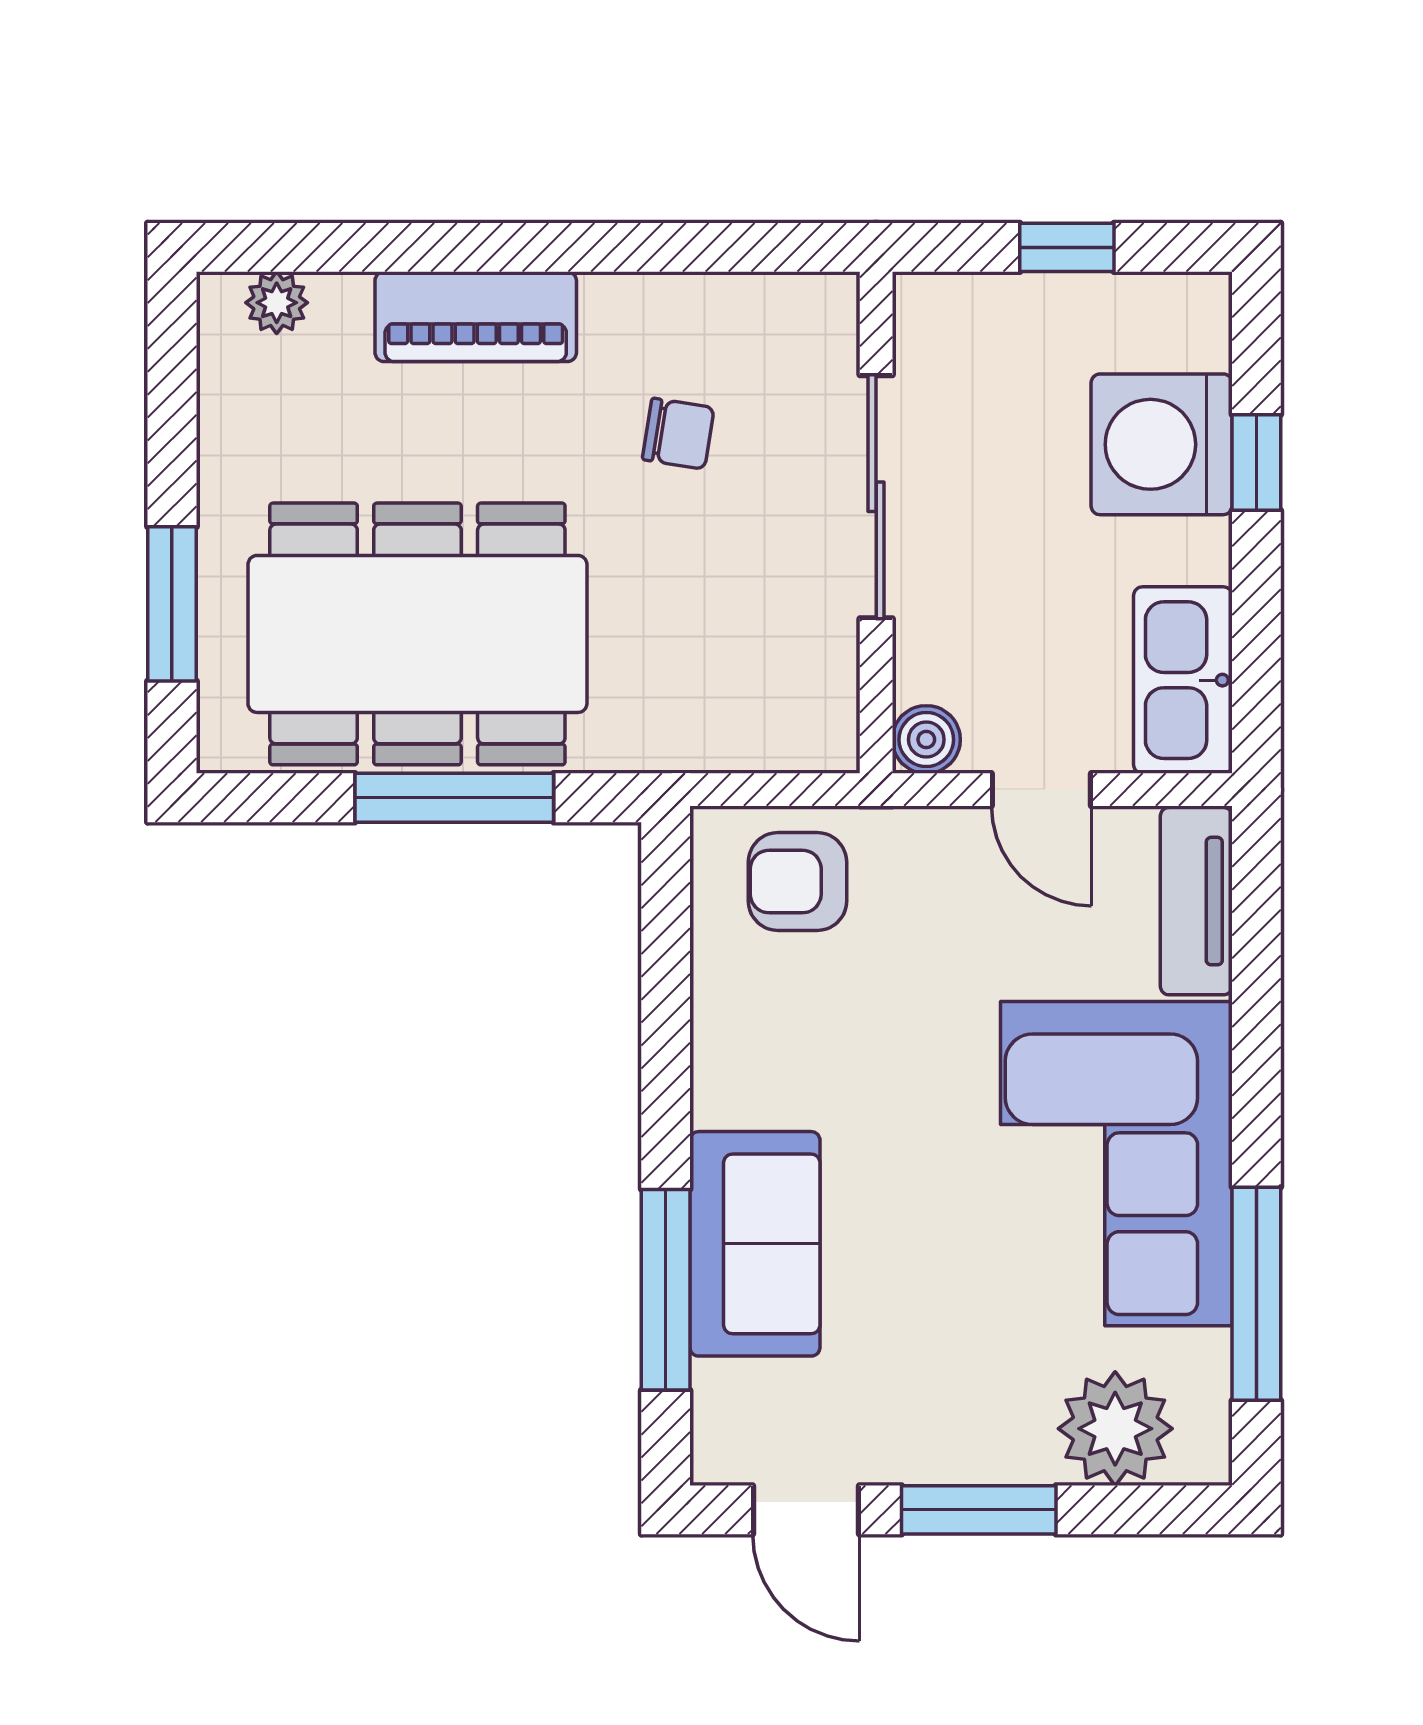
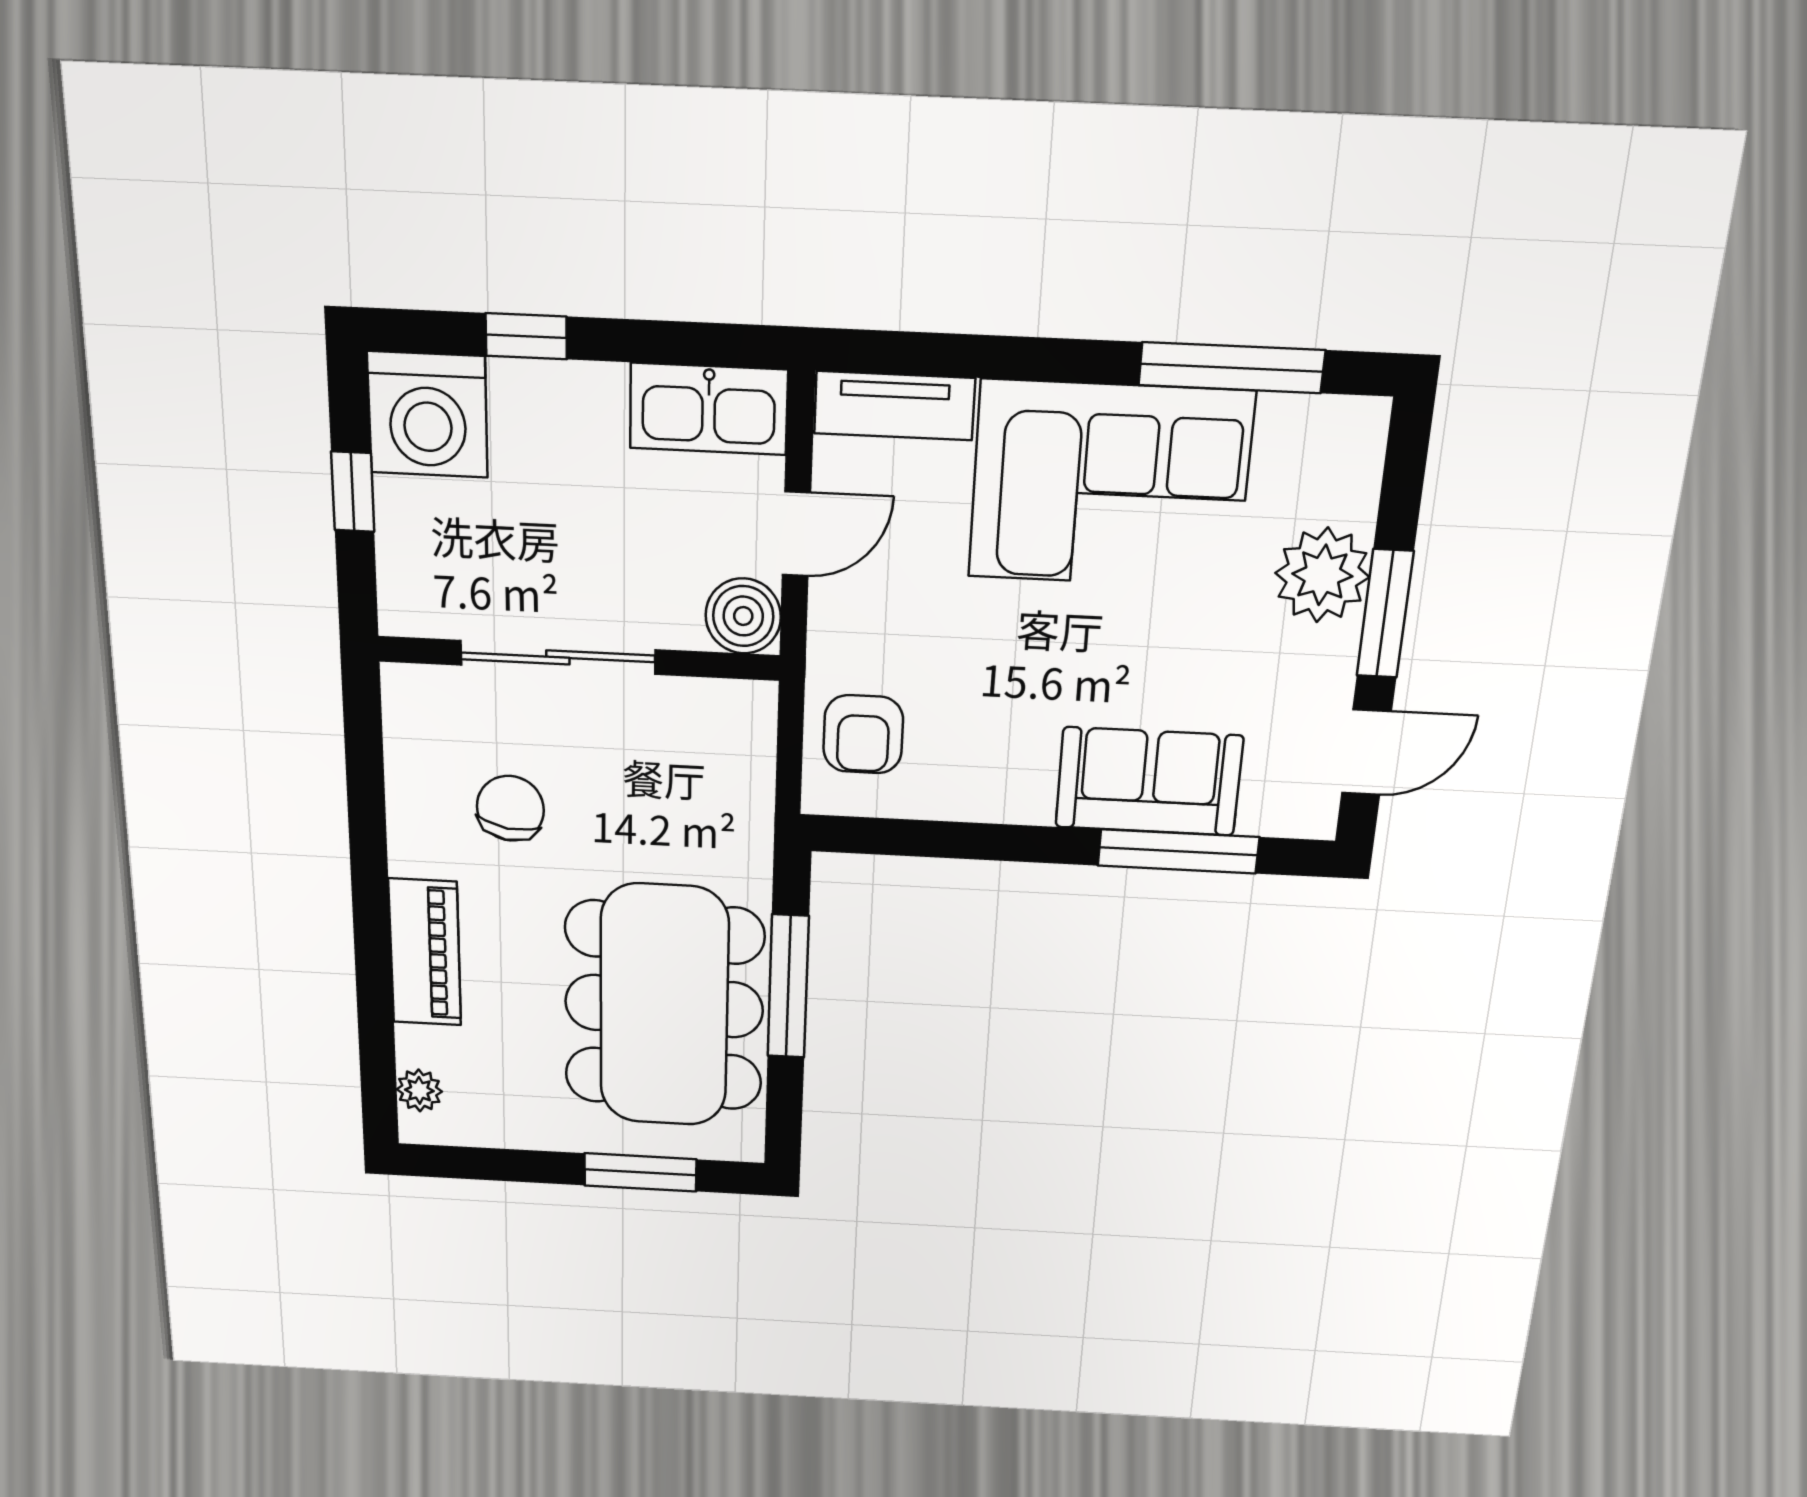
chair: (678, 434) -> (510, 808), width x1.37, depth x1.37
washing machine: (1162, 444) -> (428, 415), moved
boiler: (926, 740) -> (743, 616), width x1.36, depth x1.36
plant: (1115, 1429) -> (1322, 575), moved

